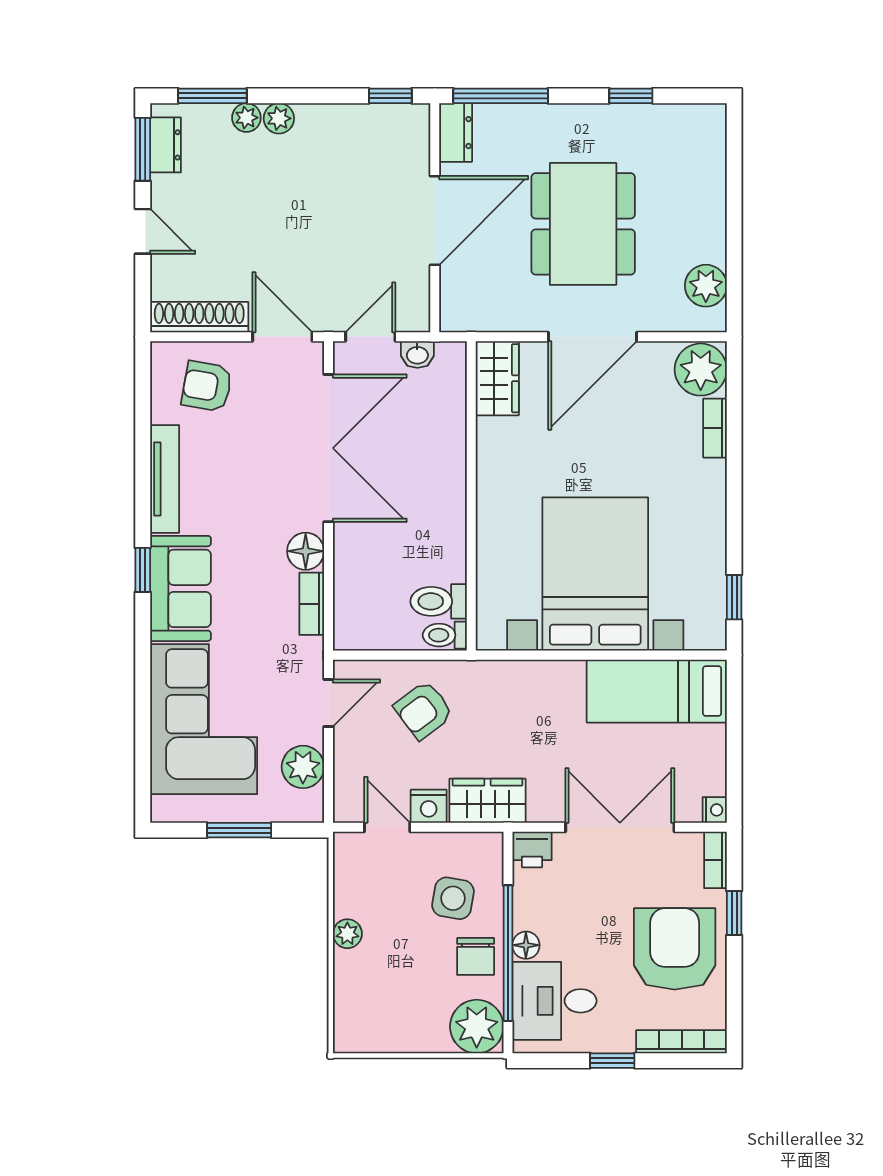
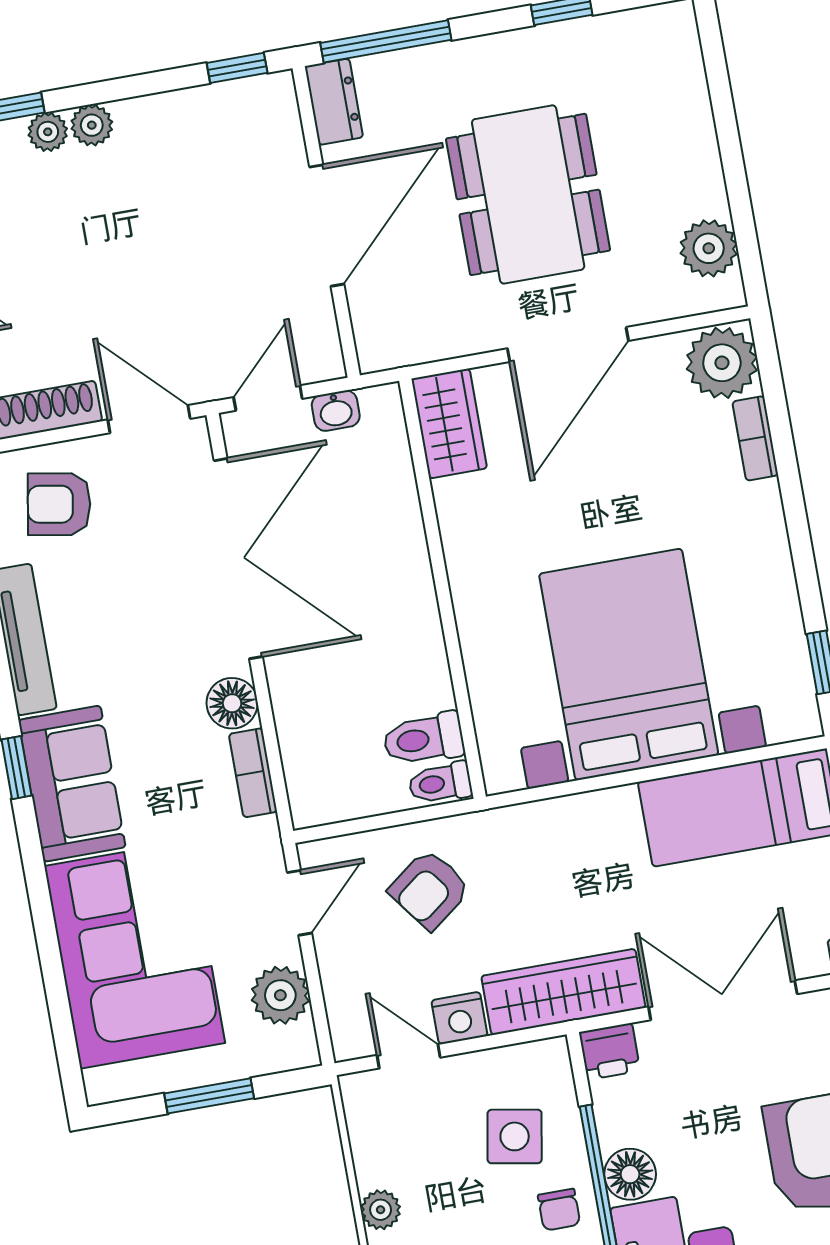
wardrobe: (488, 801) -> (563, 992), width x1.50
floor lamp: (526, 945) -> (630, 1174), width x1.37, depth x1.37
chair: (476, 956) -> (559, 1210), width x0.73, depth x0.73

